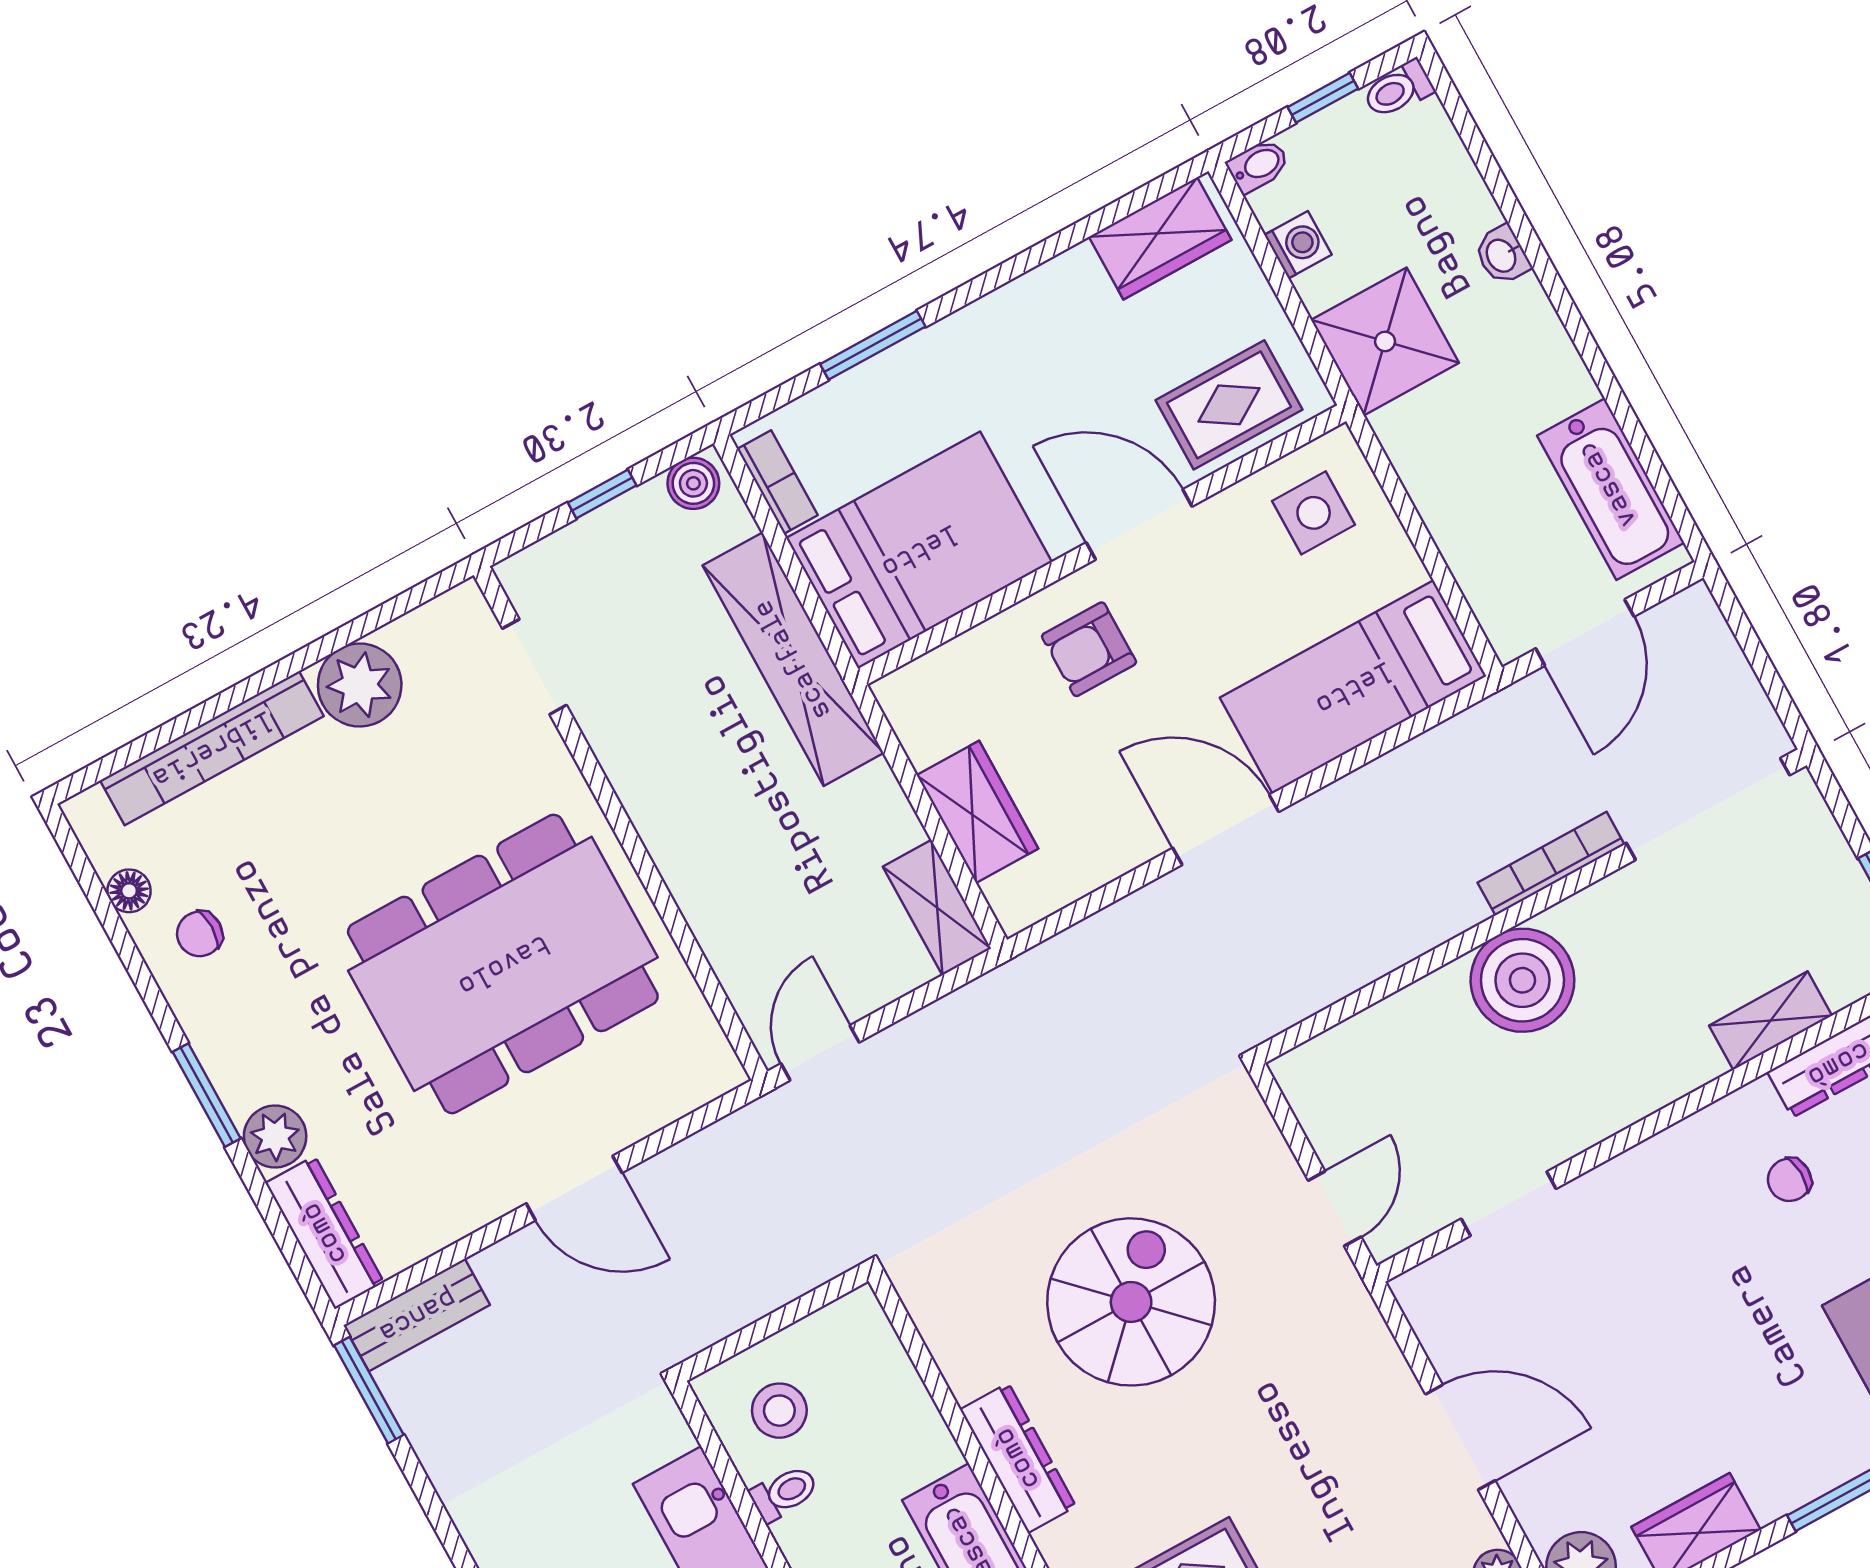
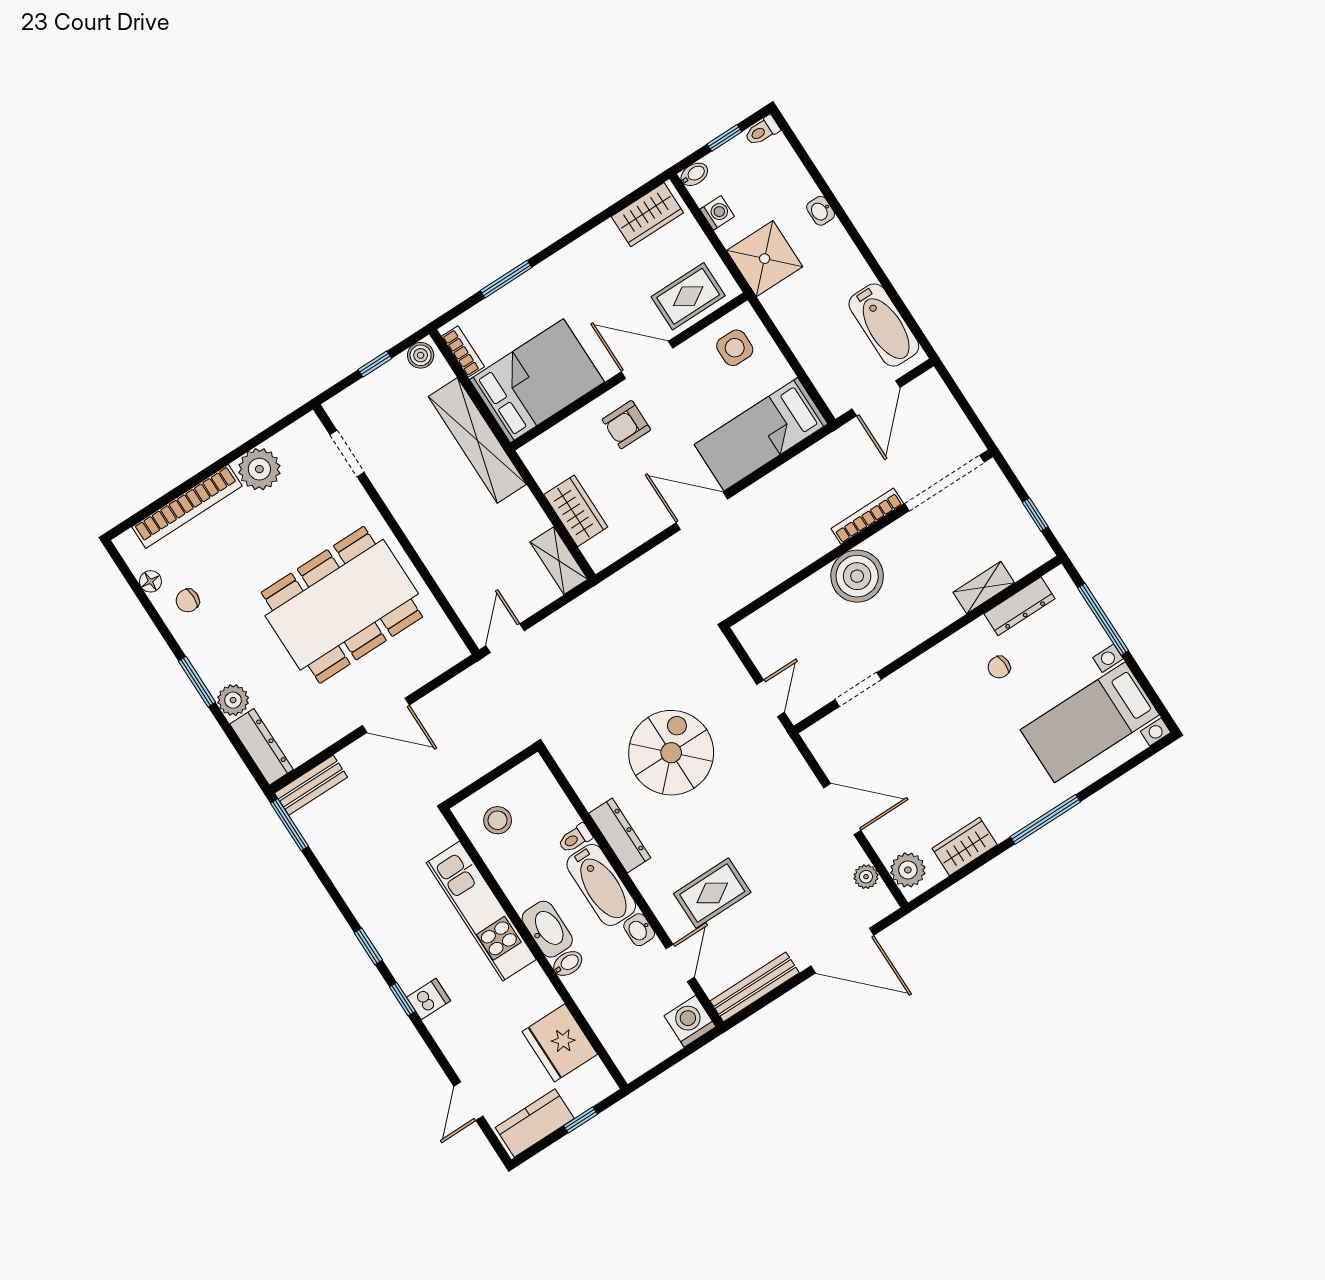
toilet: (784, 1493) -> (575, 838), moved, turned 180

